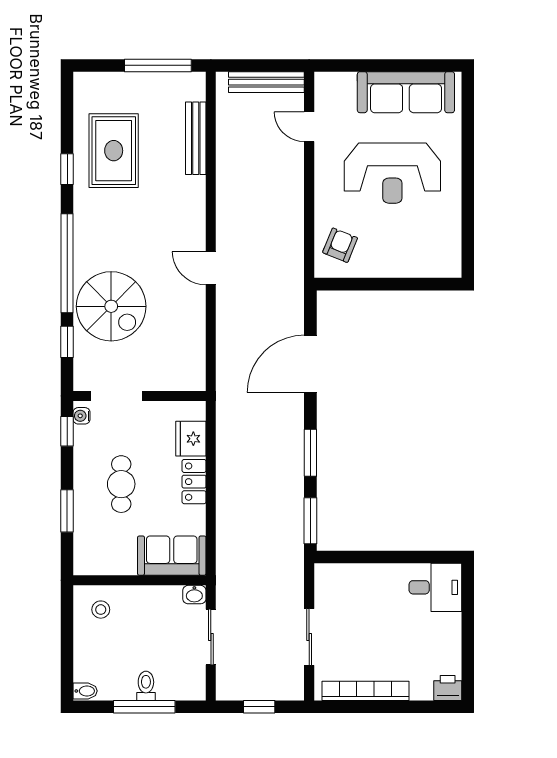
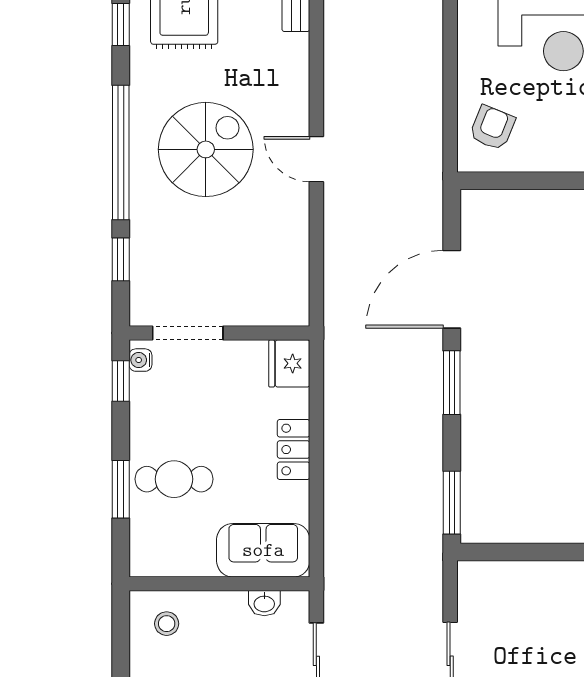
spiral stairs: (111, 306) -> (206, 149), moved, turned -90
fridge: (191, 439) -> (289, 363), moved
window: (310, 453) -> (452, 383), moved
cafe table: (121, 484) -> (174, 479), moved, turned 90
washbasin: (194, 595) -> (264, 603), moved

